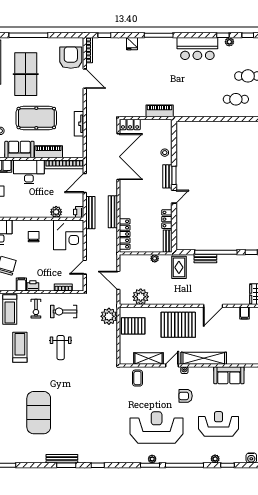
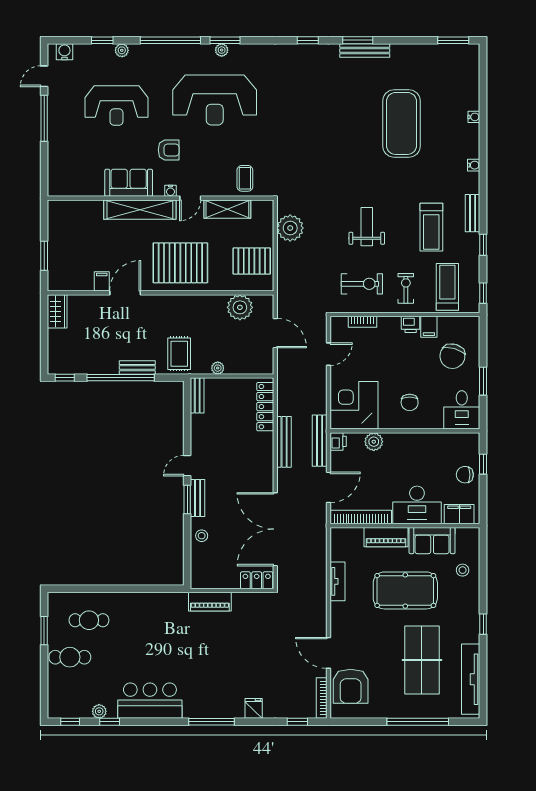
locker: (167, 219) -> (198, 430), removed
filing cabinet: (244, 313) -> (102, 281), moved
plant: (109, 316) -> (290, 228), moved
sofa: (229, 375) -> (129, 183), moved

